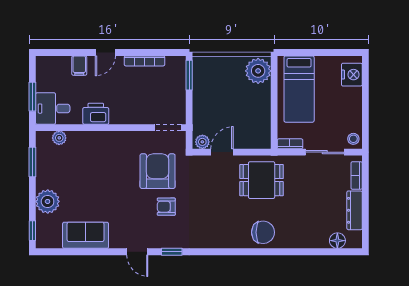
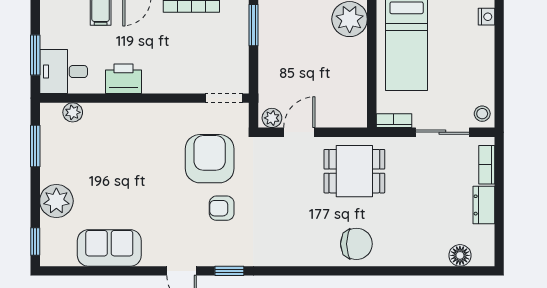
nightstand: (352, 75) -> (486, 17), width x0.53, depth x0.56
dresser: (355, 210) -> (484, 205), width x0.70

